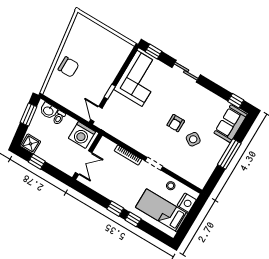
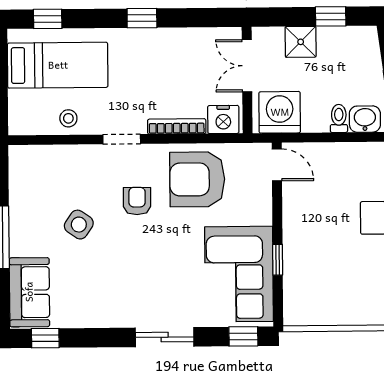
window: (110, 92) -> (278, 260), moved
armchair: (176, 123) -> (137, 201), moved
armchair: (133, 128) -> (197, 179), added
shower: (31, 144) -> (301, 42), moved
nightstand: (187, 203) -> (223, 119), moved, turned -90
window: (133, 219) -> (48, 19), moved

